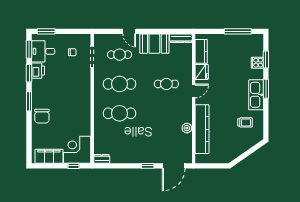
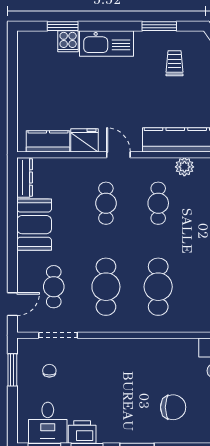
window: (46, 31) -> (12, 370), moved
door: (129, 31) -> (12, 304), moved
window: (238, 31) -> (12, 76), removed
window: (266, 89) -> (159, 26), moved
kitchen sink: (256, 95) -> (106, 43), moved
cafe table: (166, 113) -> (158, 203), added
chair: (42, 116) -> (173, 407), moved

